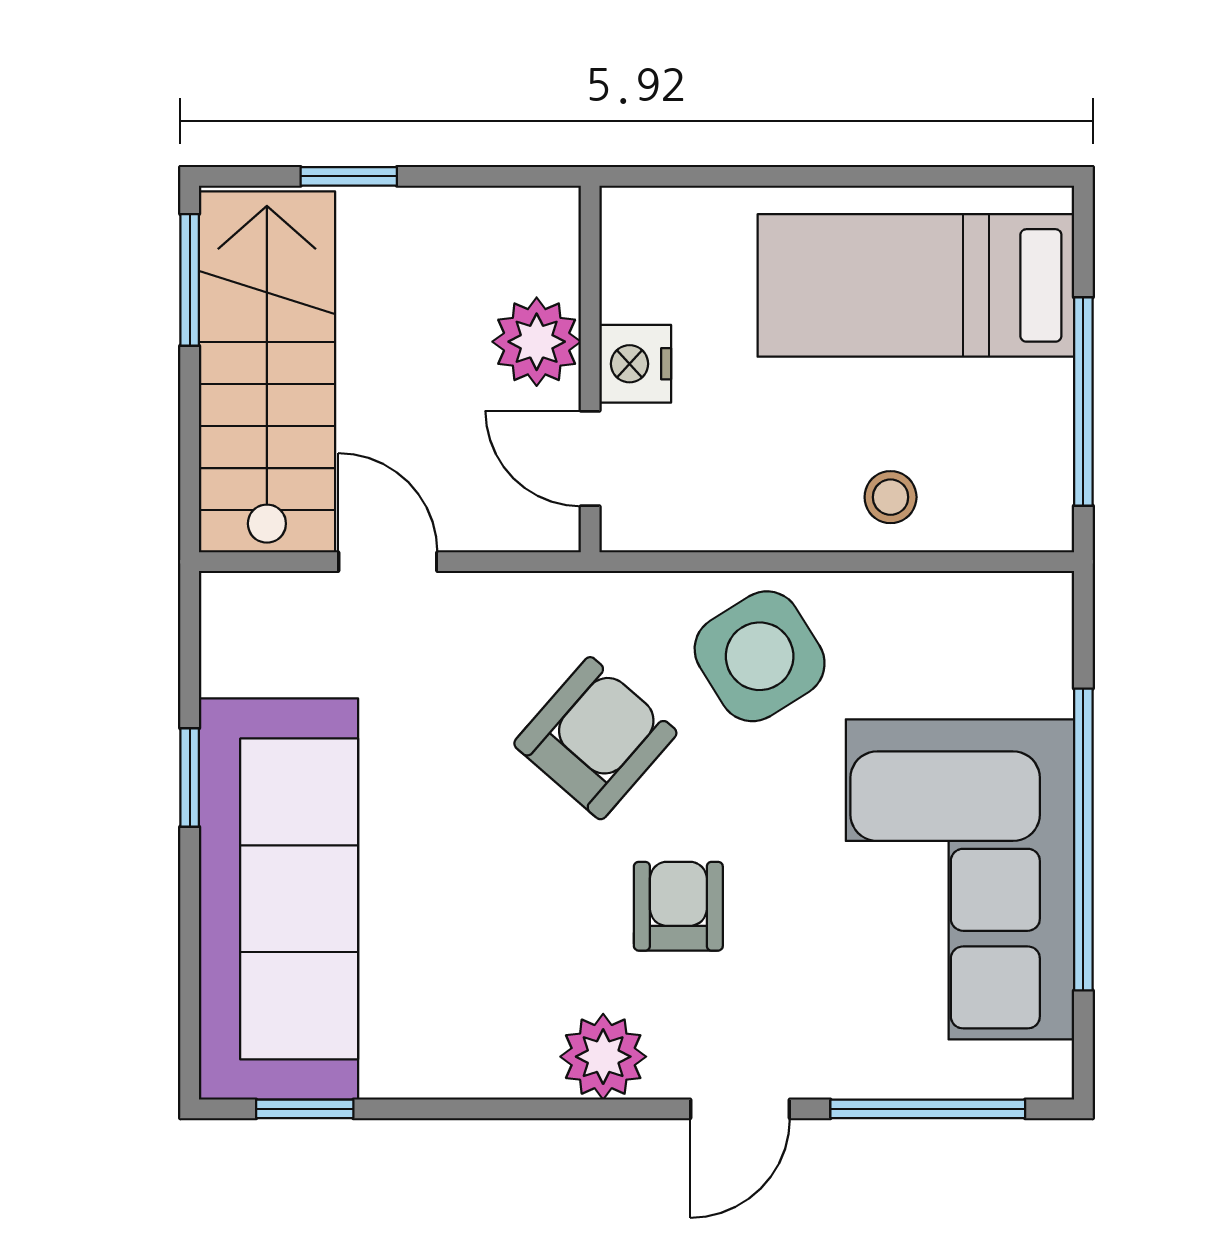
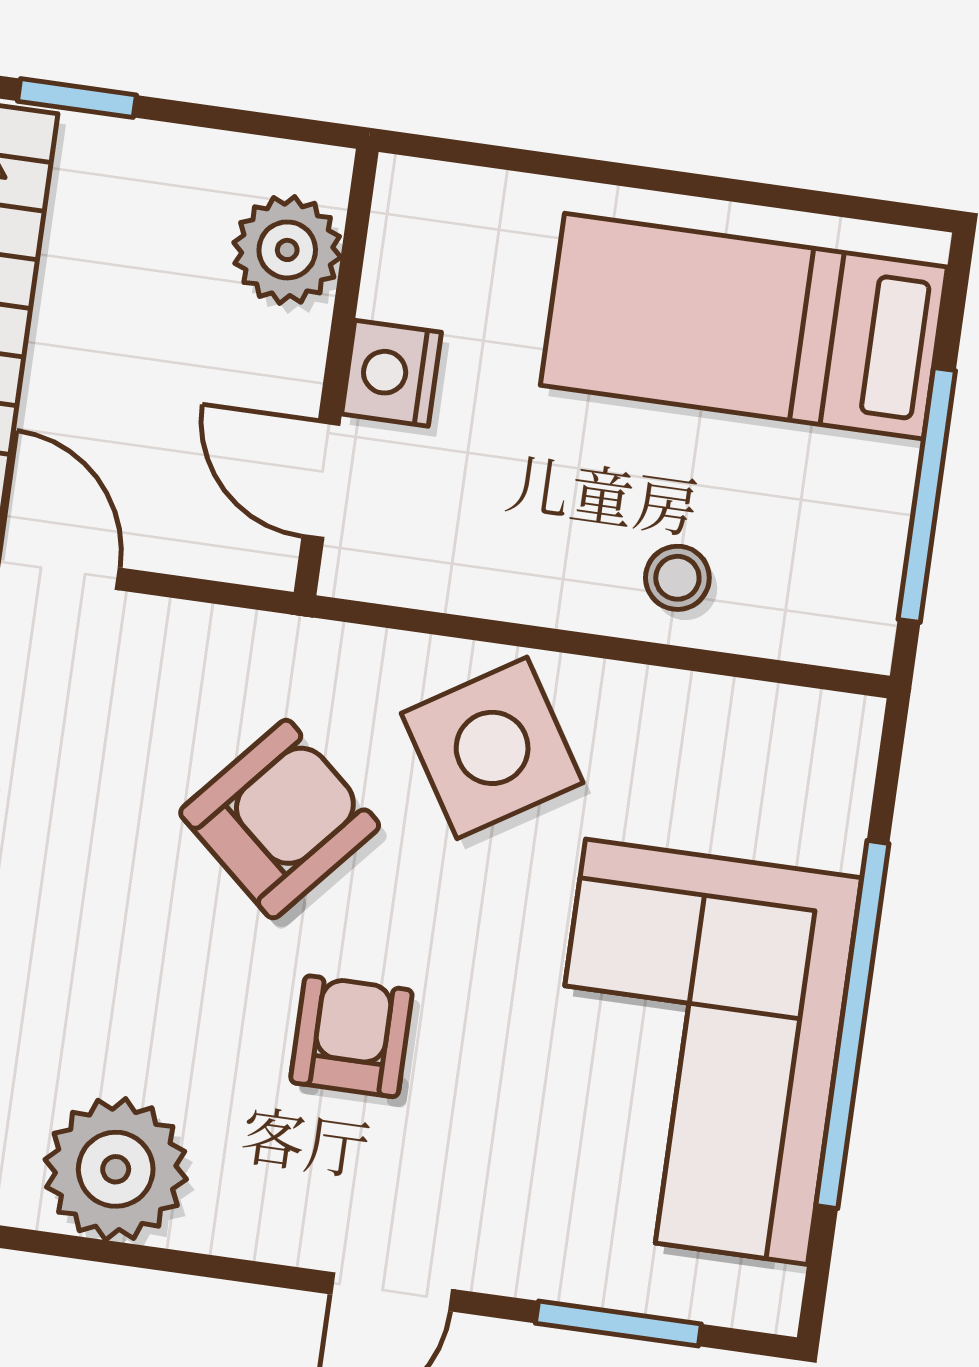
plant: (537, 342) -> (287, 250), moved
plant: (603, 1057) -> (116, 1169), moved, width x1.36, depth x1.36
window: (928, 1109) -> (618, 1324), width x0.69

